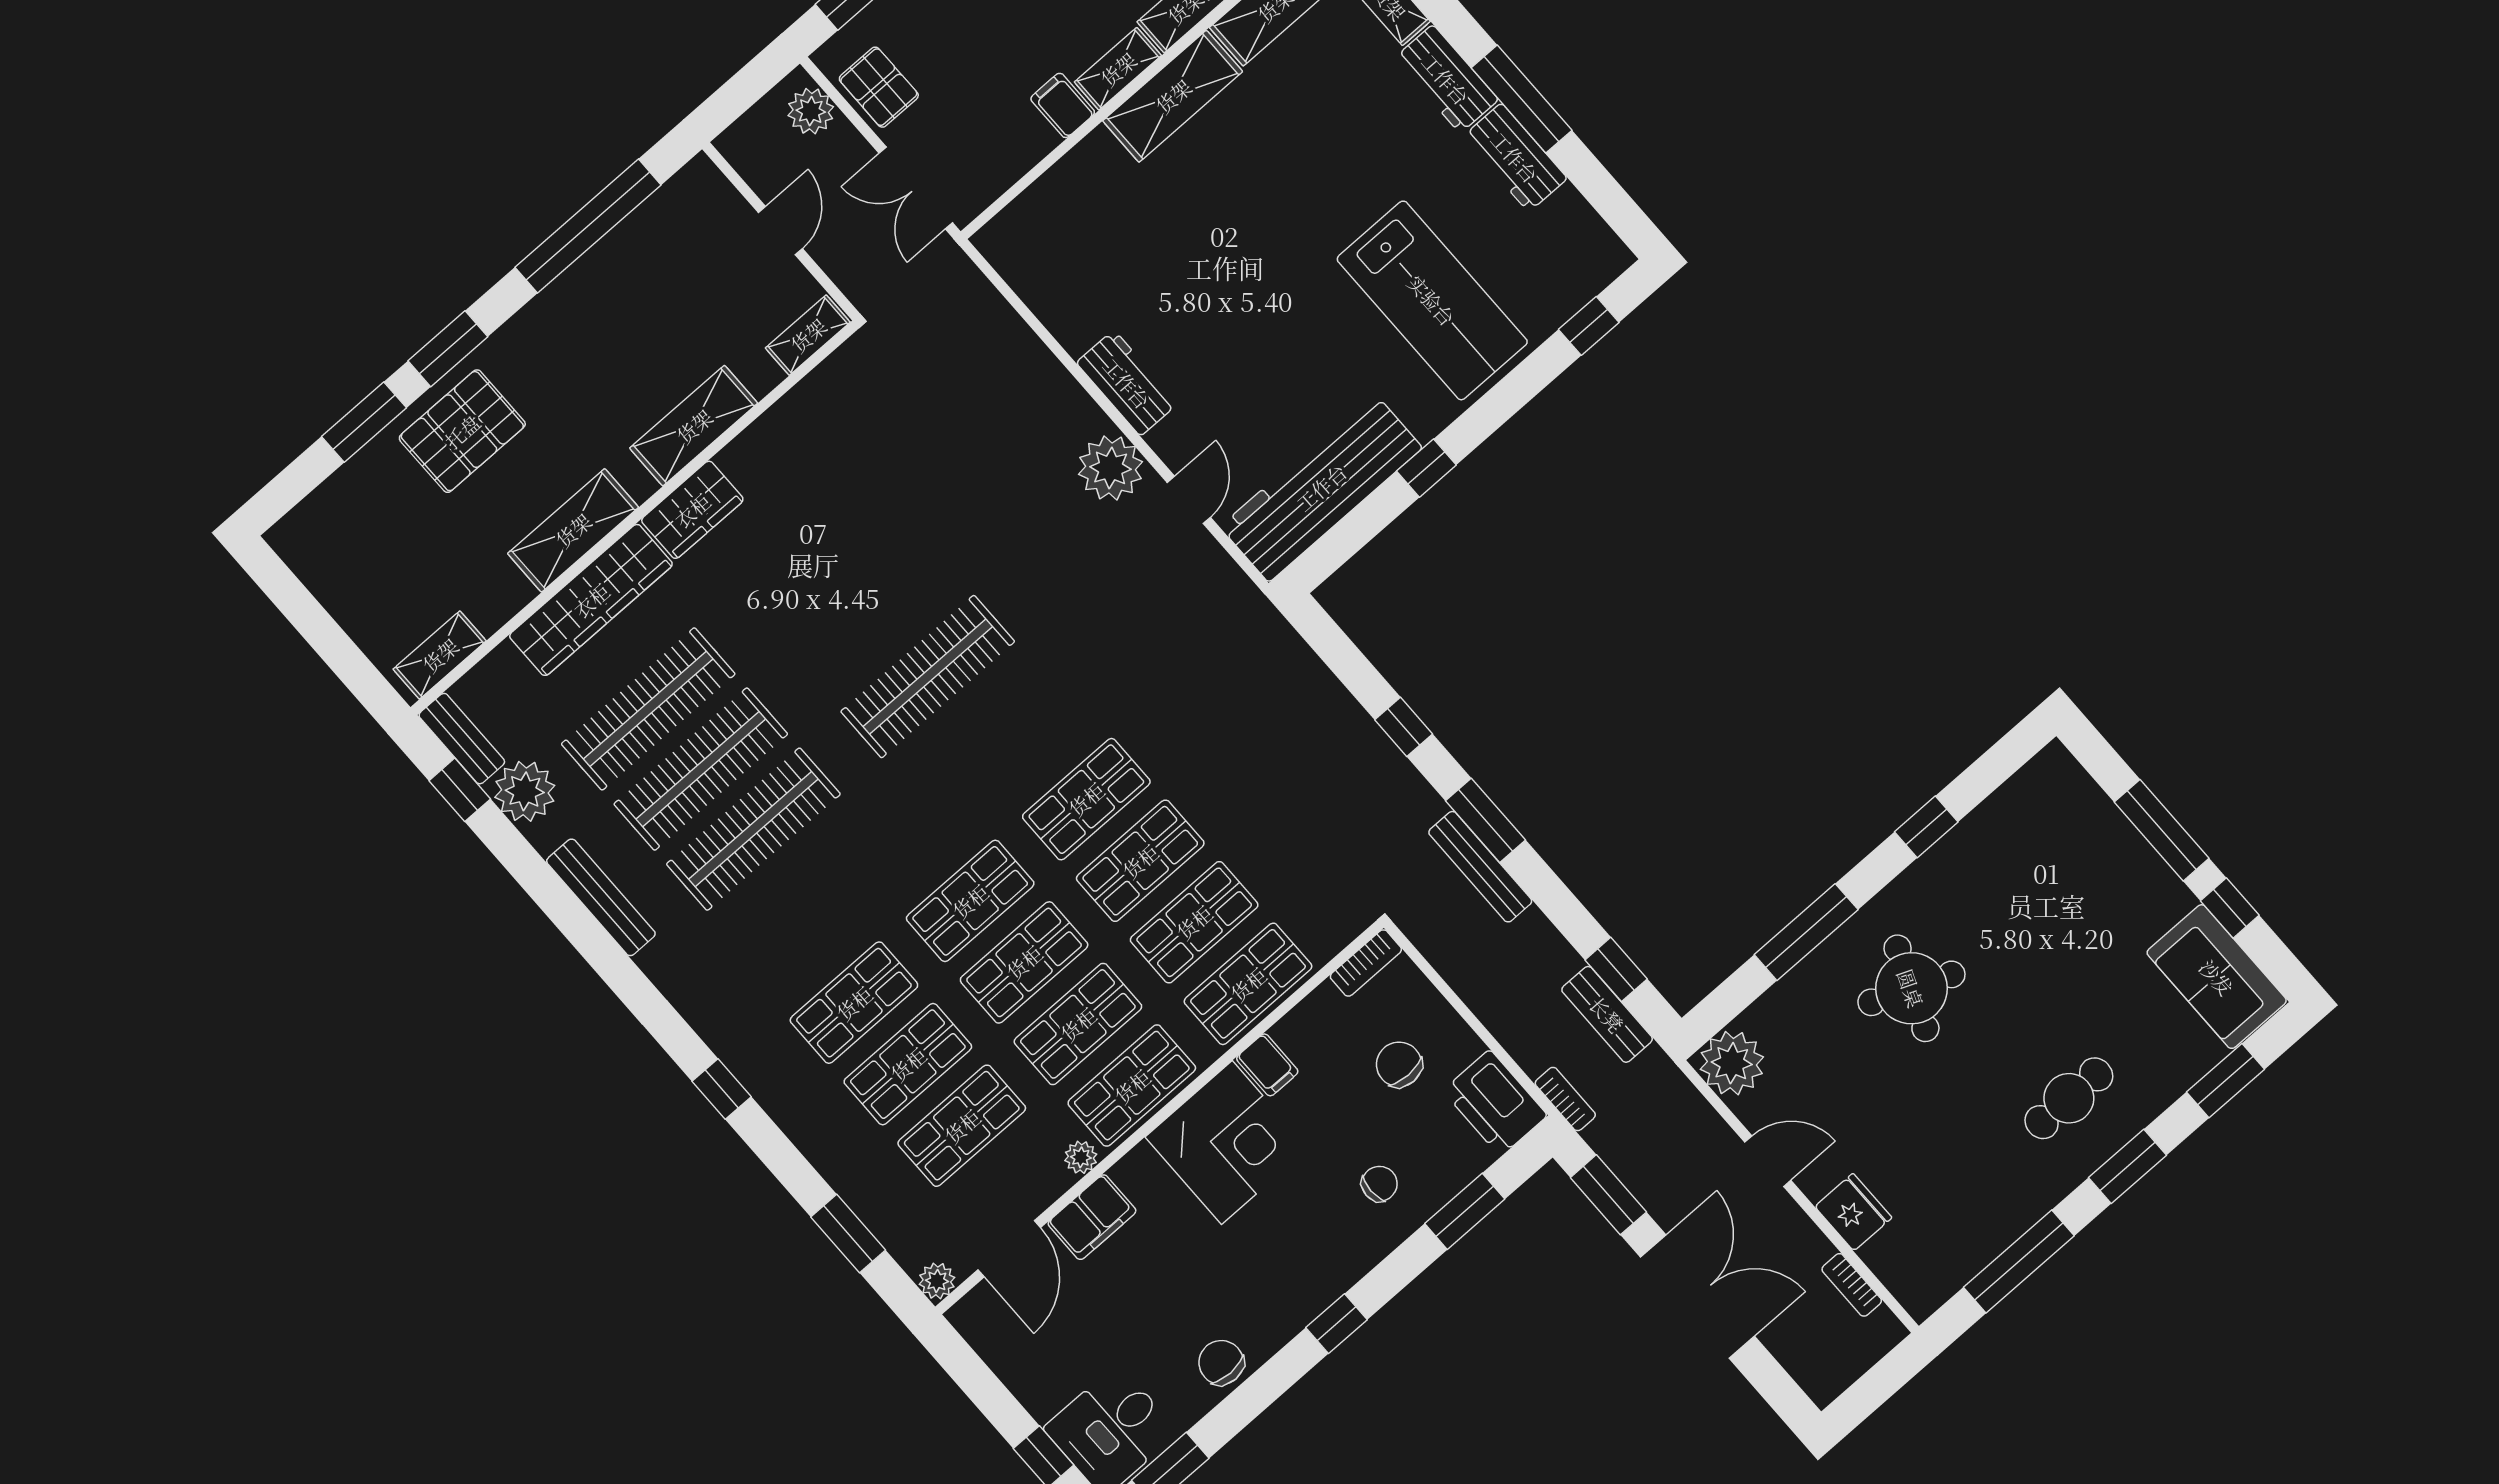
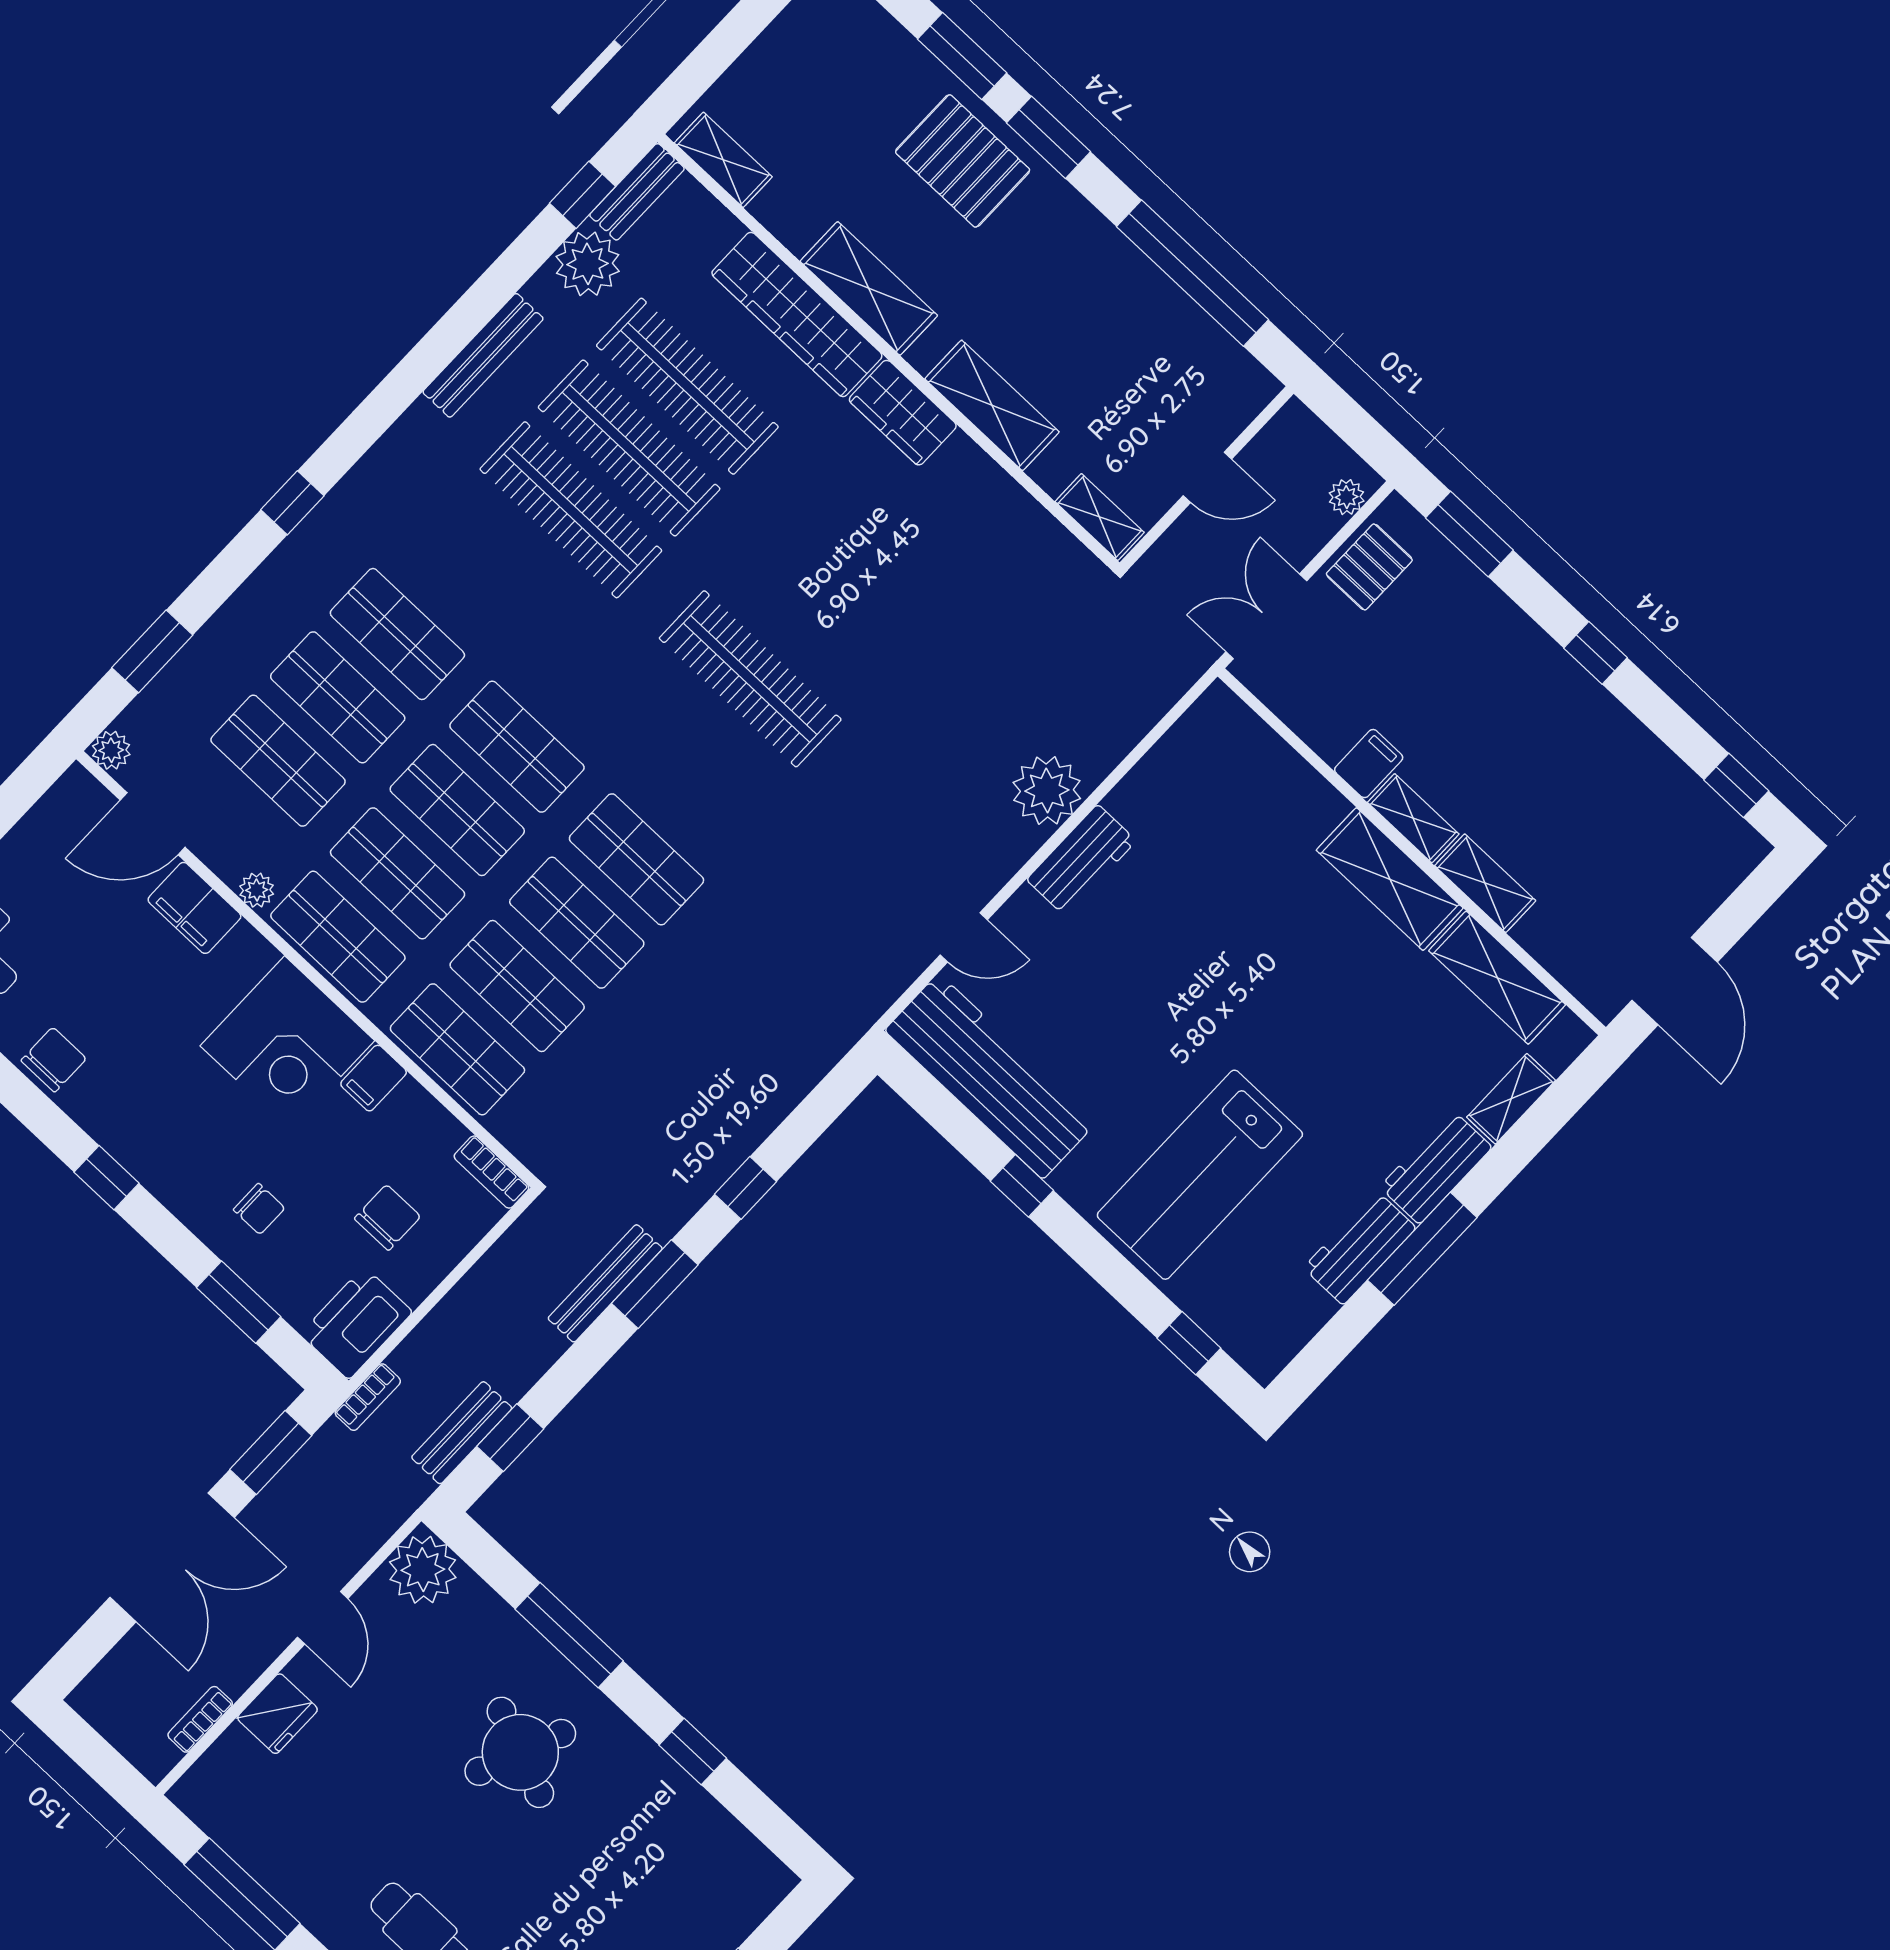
plant: (811, 111) -> (1347, 497), width x0.73, depth x0.73
plant: (1111, 468) -> (1047, 791), moved

